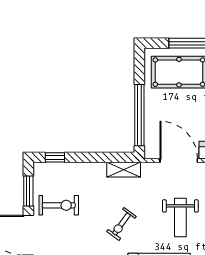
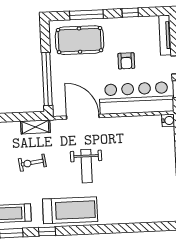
exercise bike: (121, 224) -> (32, 163), moved, turned 46

